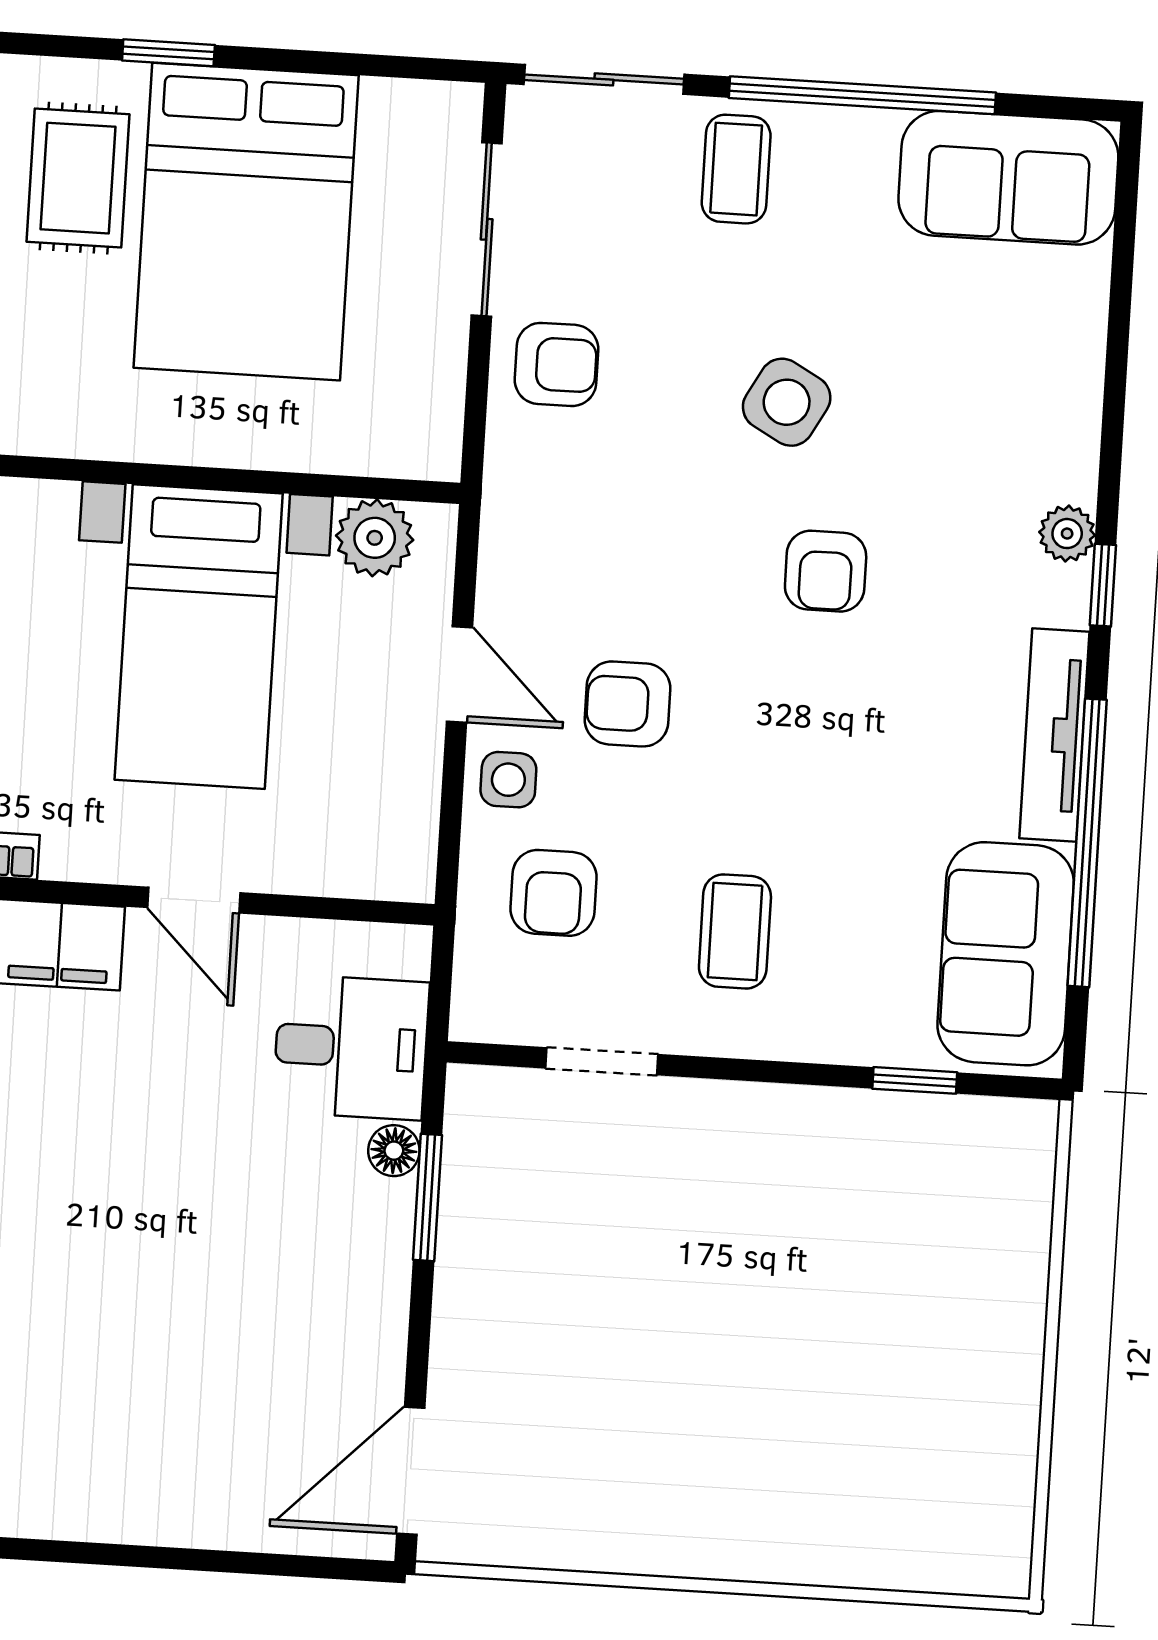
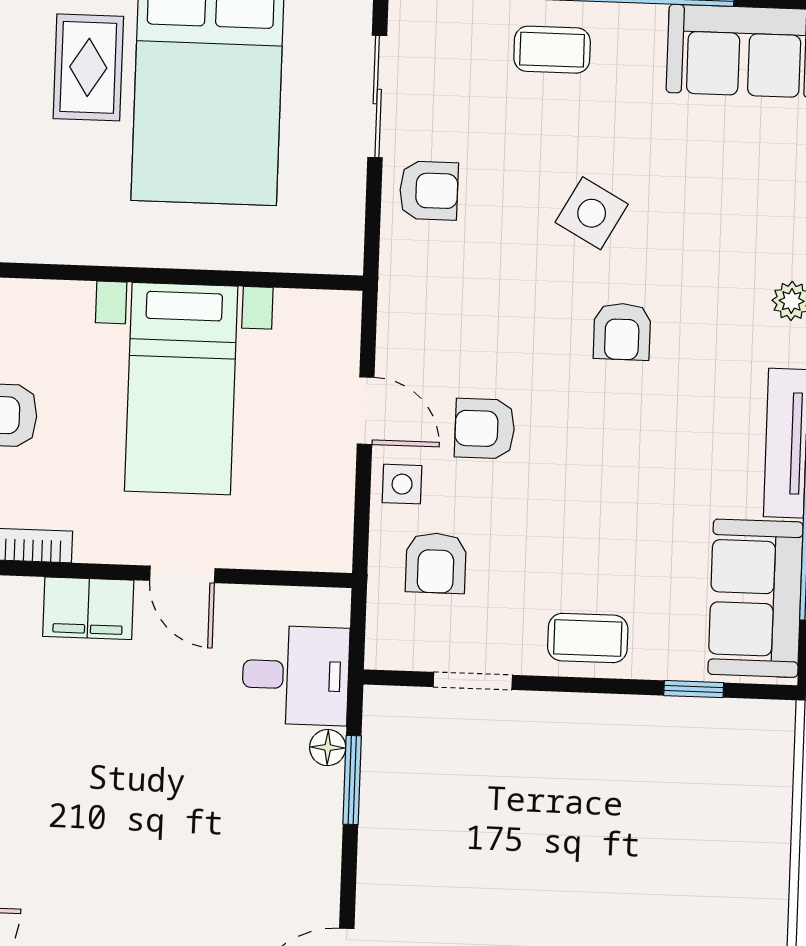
coffee table: (736, 169) -> (552, 50), turned 90
plant: (375, 538) -> (304, 316), removed
coffee table: (735, 931) -> (588, 638), moved, turned 90

